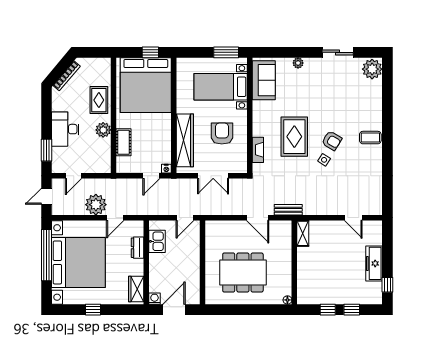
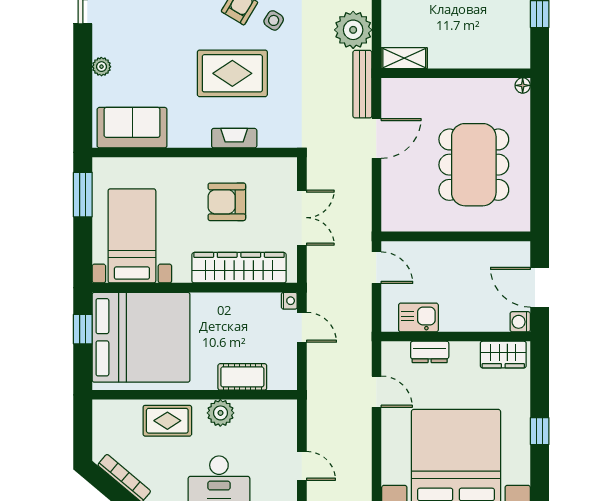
bed with nightstands: (221, 87) -> (132, 236), moved, turned 180
fireplace: (258, 150) -> (234, 138), moved
plant: (96, 205) -> (353, 30), moved
bench: (288, 210) -> (362, 84), width x1.36

